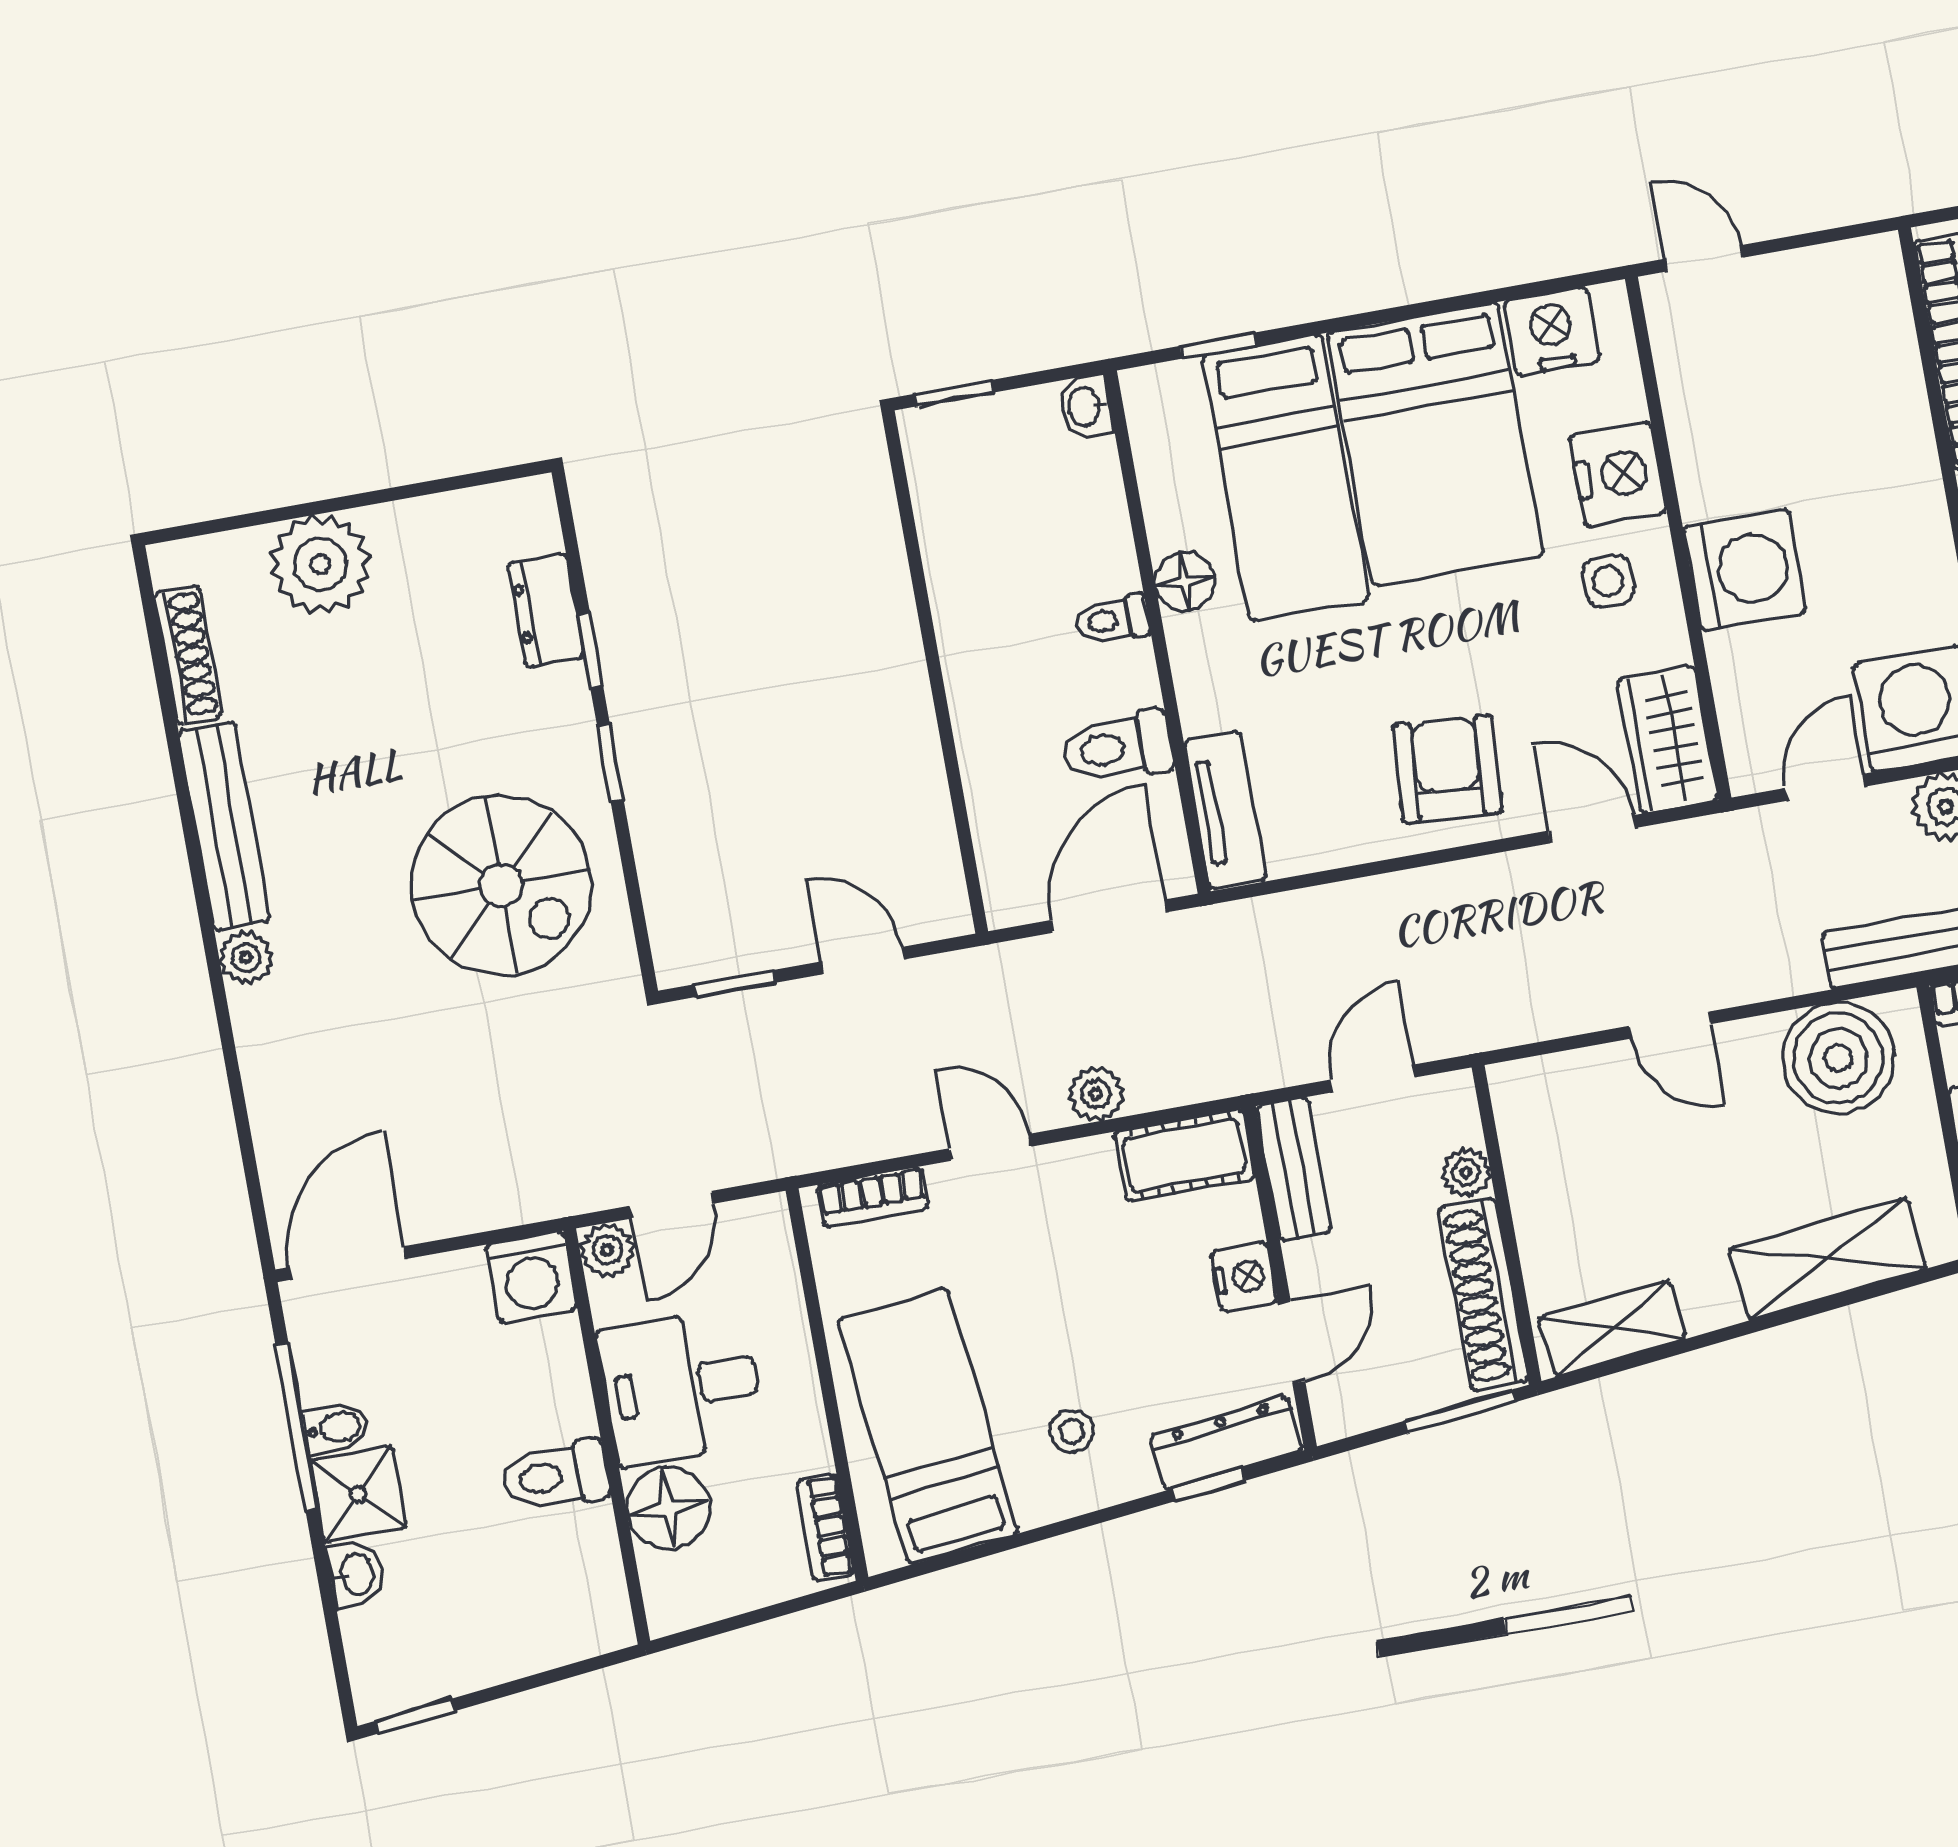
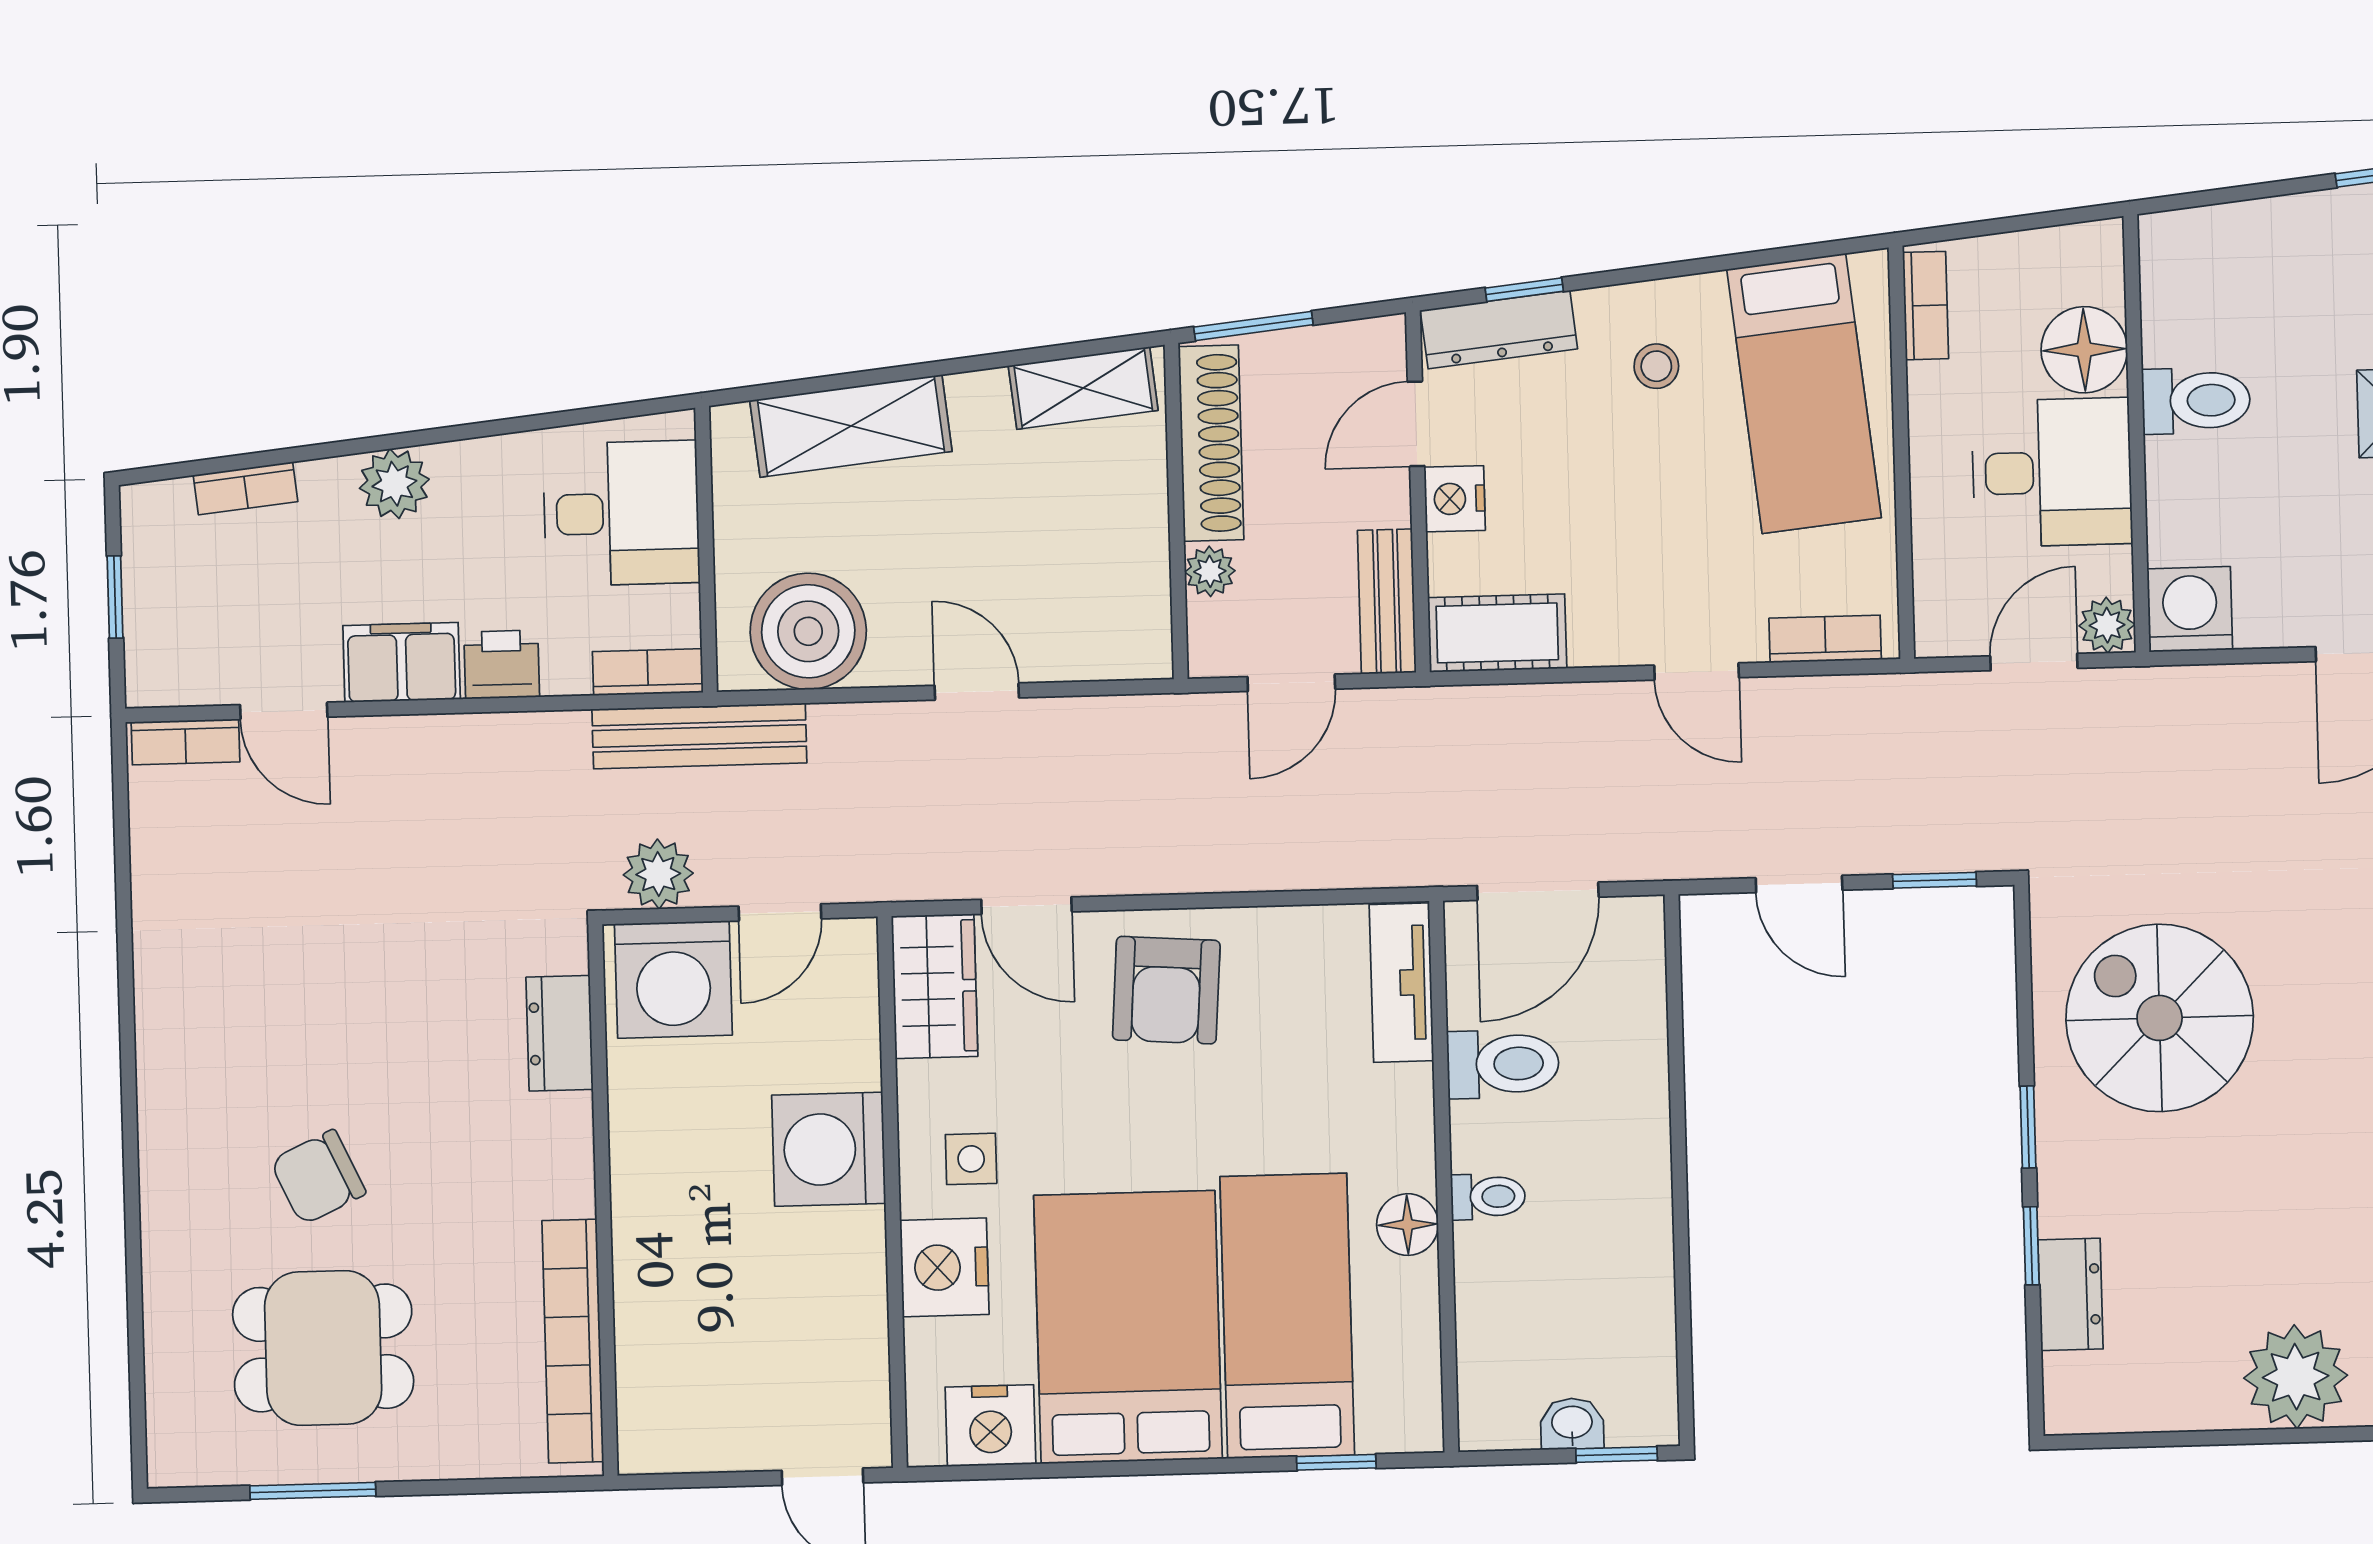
washbasin: (1085, 407) -> (1572, 1424), moved, turned -90
plant: (1096, 1094) -> (1579, 710), removed

